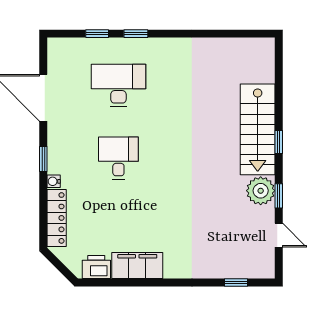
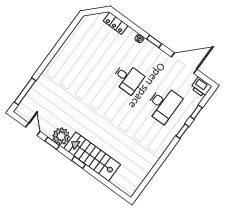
locker: (57, 218) -> (116, 23), width x0.66
door: (279, 235) -> (33, 129), swing flipped
filing cabinet: (137, 265) -> (69, 49), removed
printer: (96, 267) -> (201, 87), moved, turned 90
window: (236, 282) -> (25, 91), width x2.17

